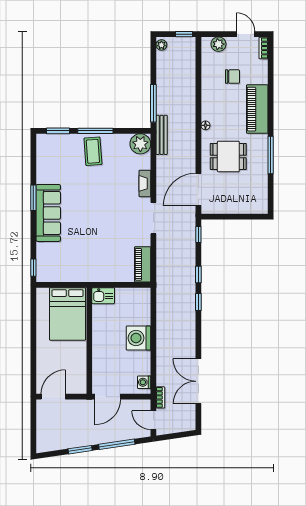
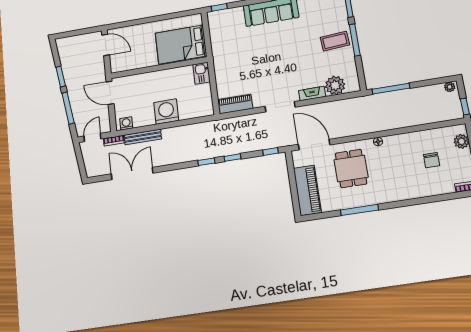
piano: (257, 109) -> (307, 190), moved, turned 90
bench: (162, 135) -> (143, 137), moved
plant: (140, 144) -> (335, 85), moved

